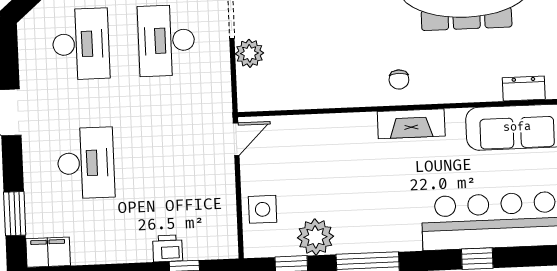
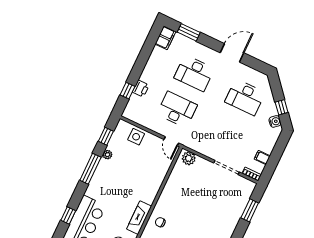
desk: (166, 40) -> (177, 110), moved
plant: (249, 53) -> (189, 158), moved
plant: (315, 237) -> (107, 155), width x0.53, depth x0.53

